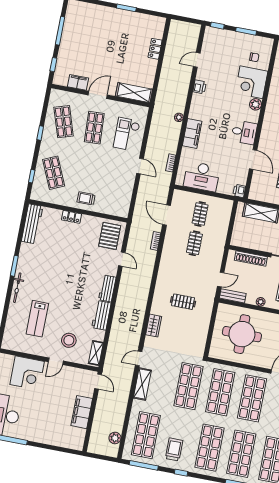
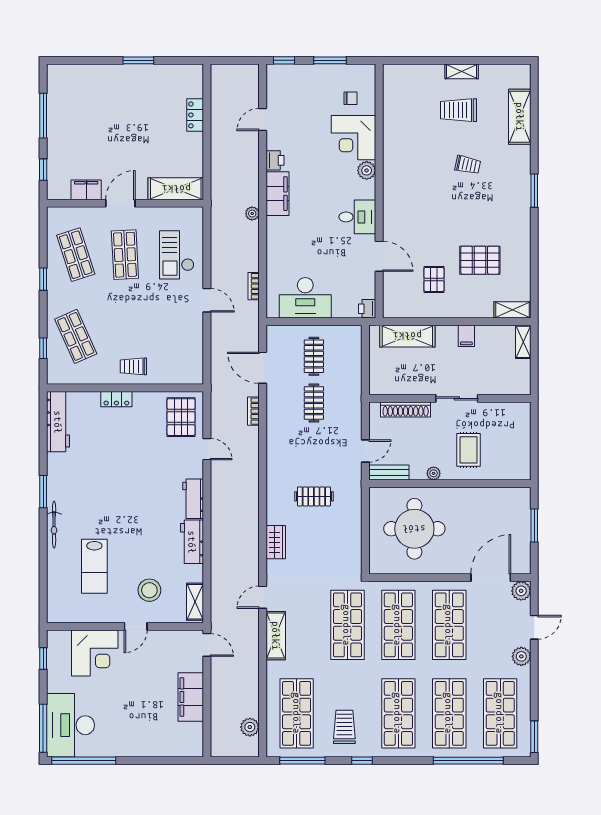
filing cabinet: (192, 134) -> (277, 194), moved

